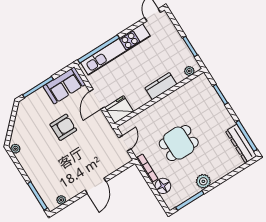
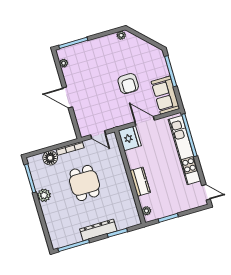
dresser: (241, 144) -> (98, 230), moved

